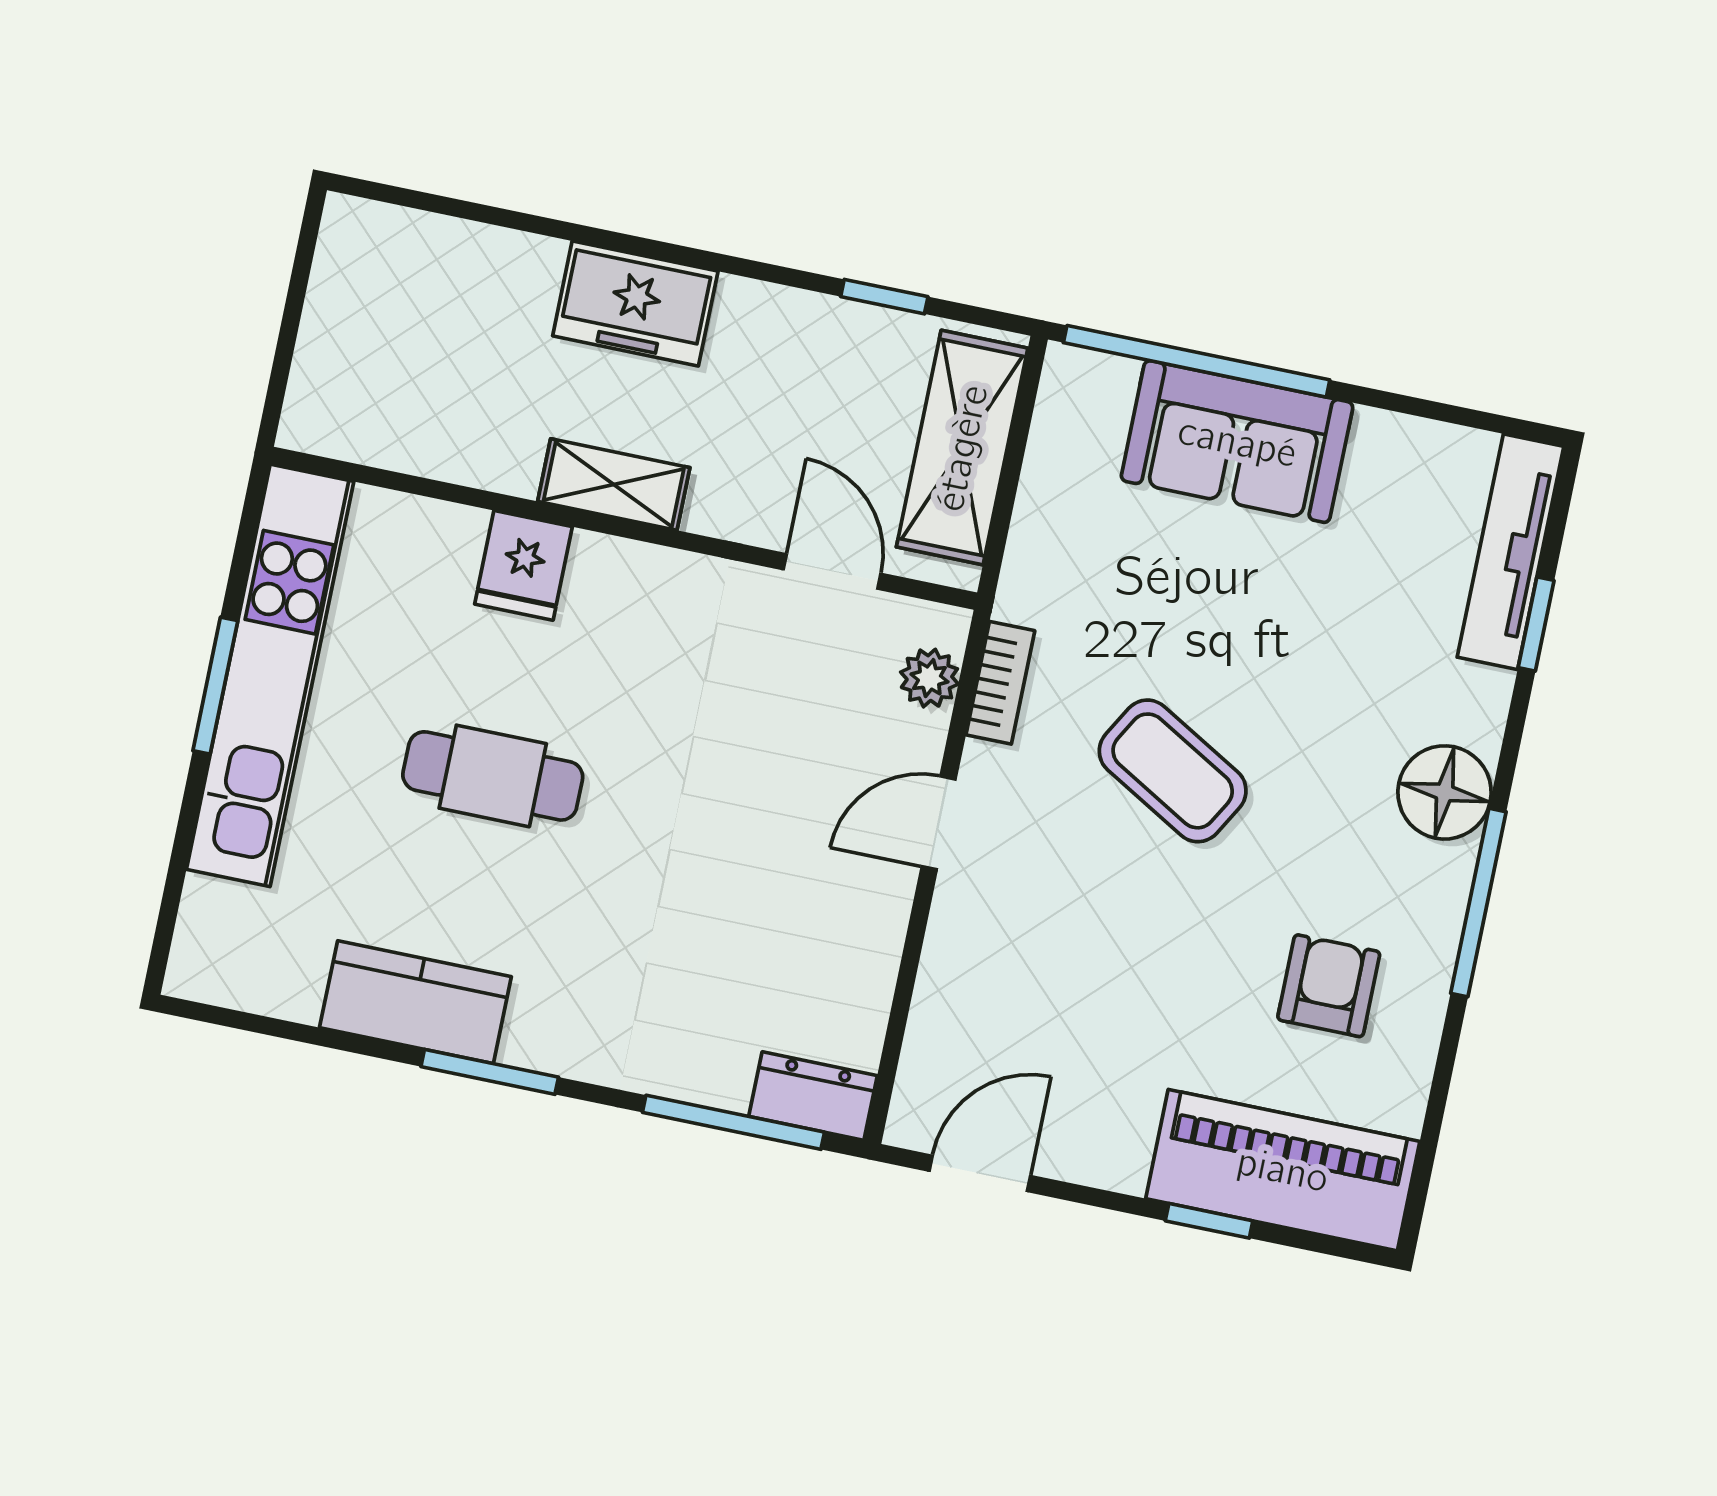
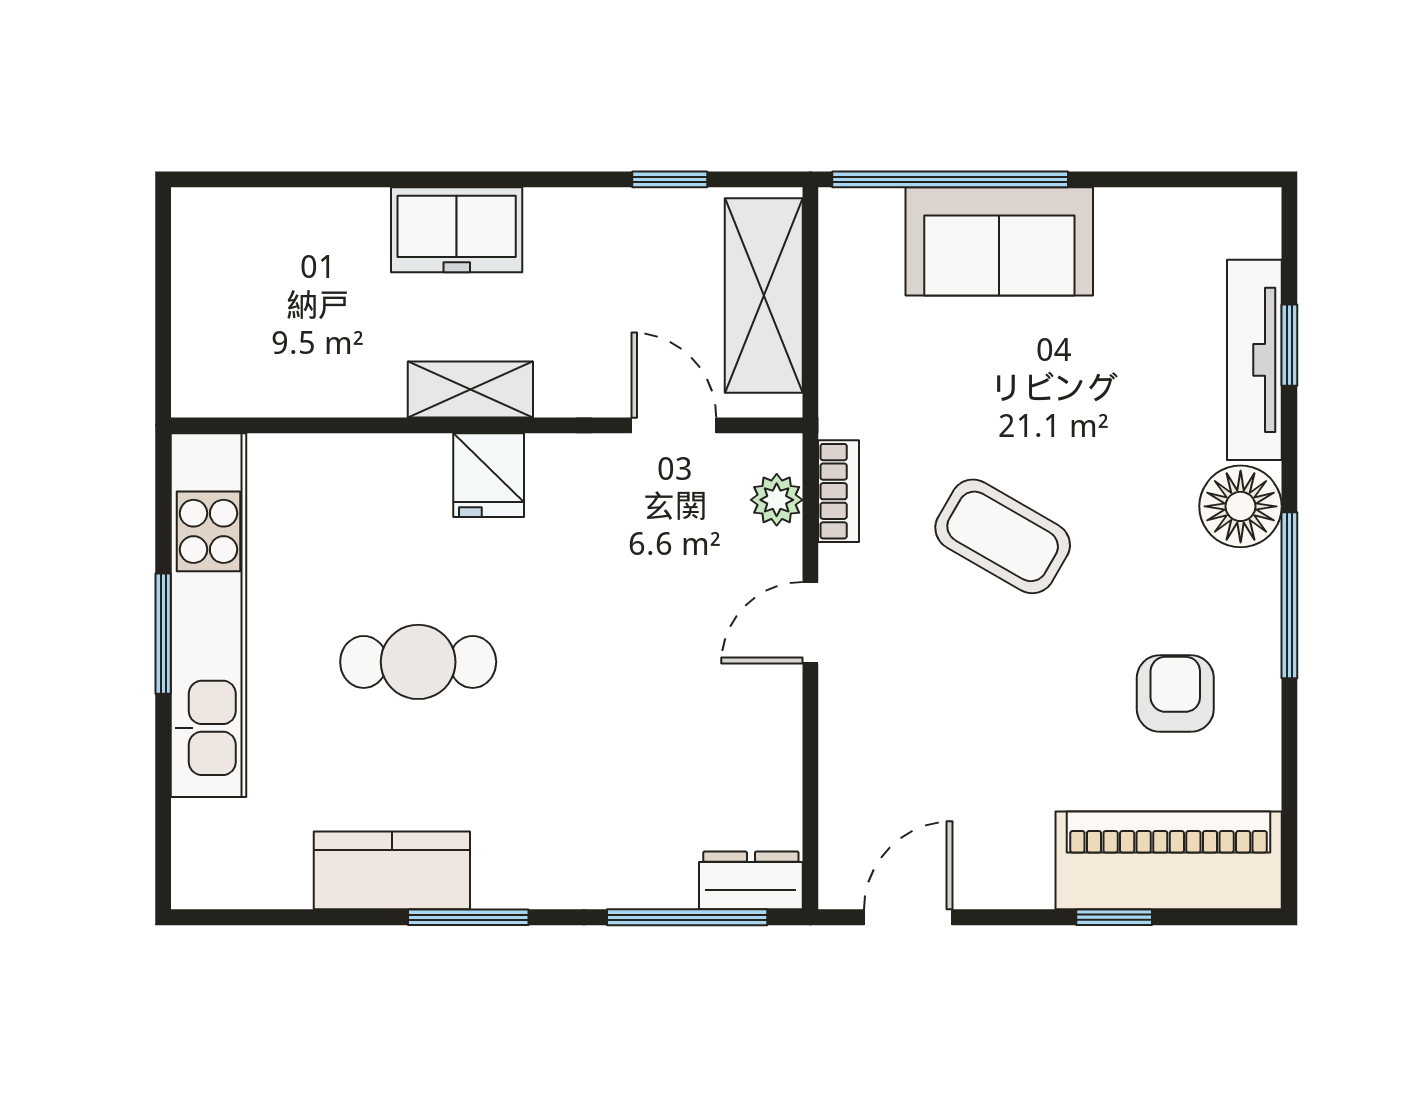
tv unit: (1510, 552) -> (1254, 360), moved
fridge: (524, 565) -> (489, 475), moved

